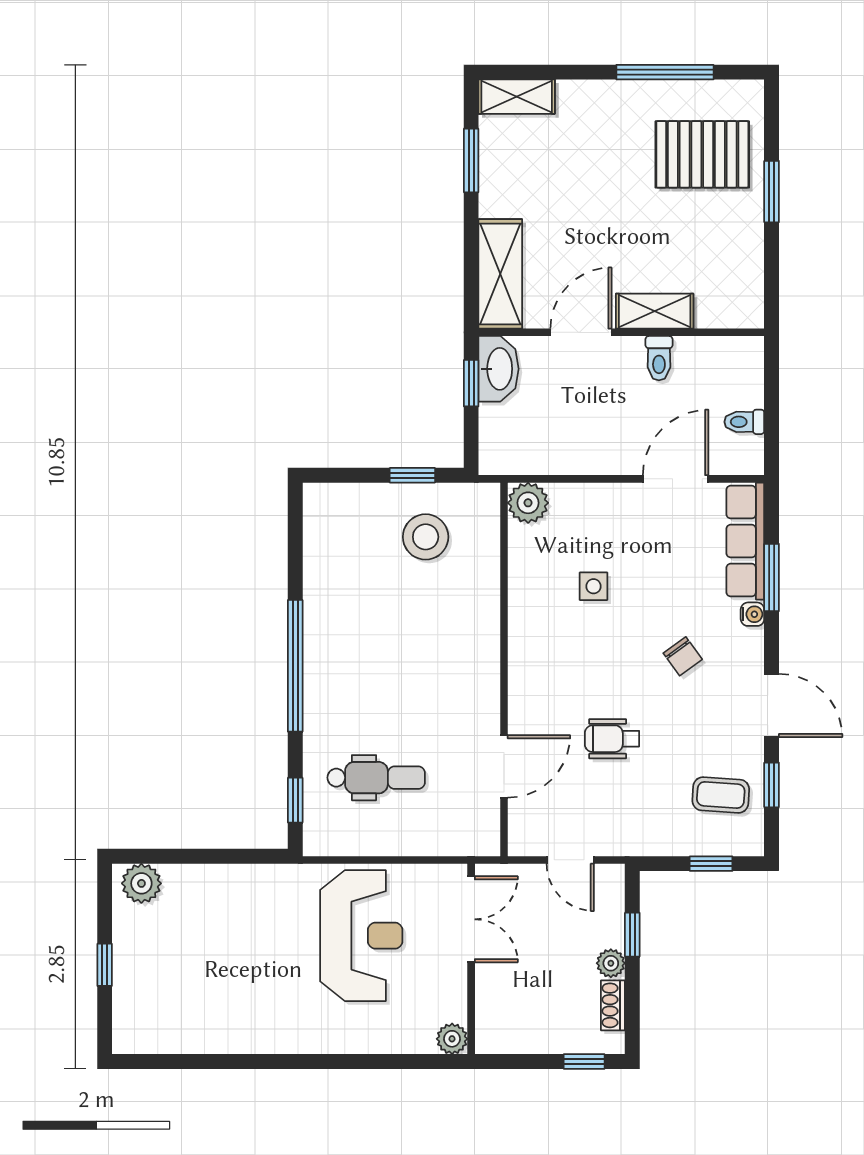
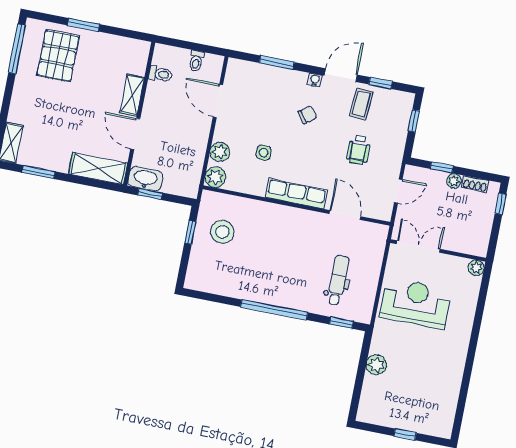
window: (665, 72) -> (17, 49), moved
toilet: (659, 358) -> (160, 74), moved
plant: (578, 502) -> (220, 152), added
row of seats: (745, 541) -> (296, 194), moved, turned 180
water cooler: (752, 614) -> (315, 80), moved
wheelchair: (612, 739) -> (359, 150), moved
coffee table: (721, 795) -> (361, 104), moved
plant: (141, 883) -> (376, 365), moved

